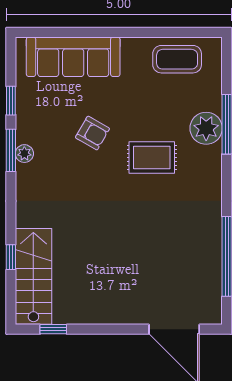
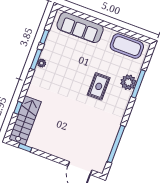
coffee table: (177, 59) -> (127, 46), width x1.36, depth x1.32
armchair: (92, 133) -> (76, 65), removed
rug: (152, 158) -> (99, 86), turned 90

